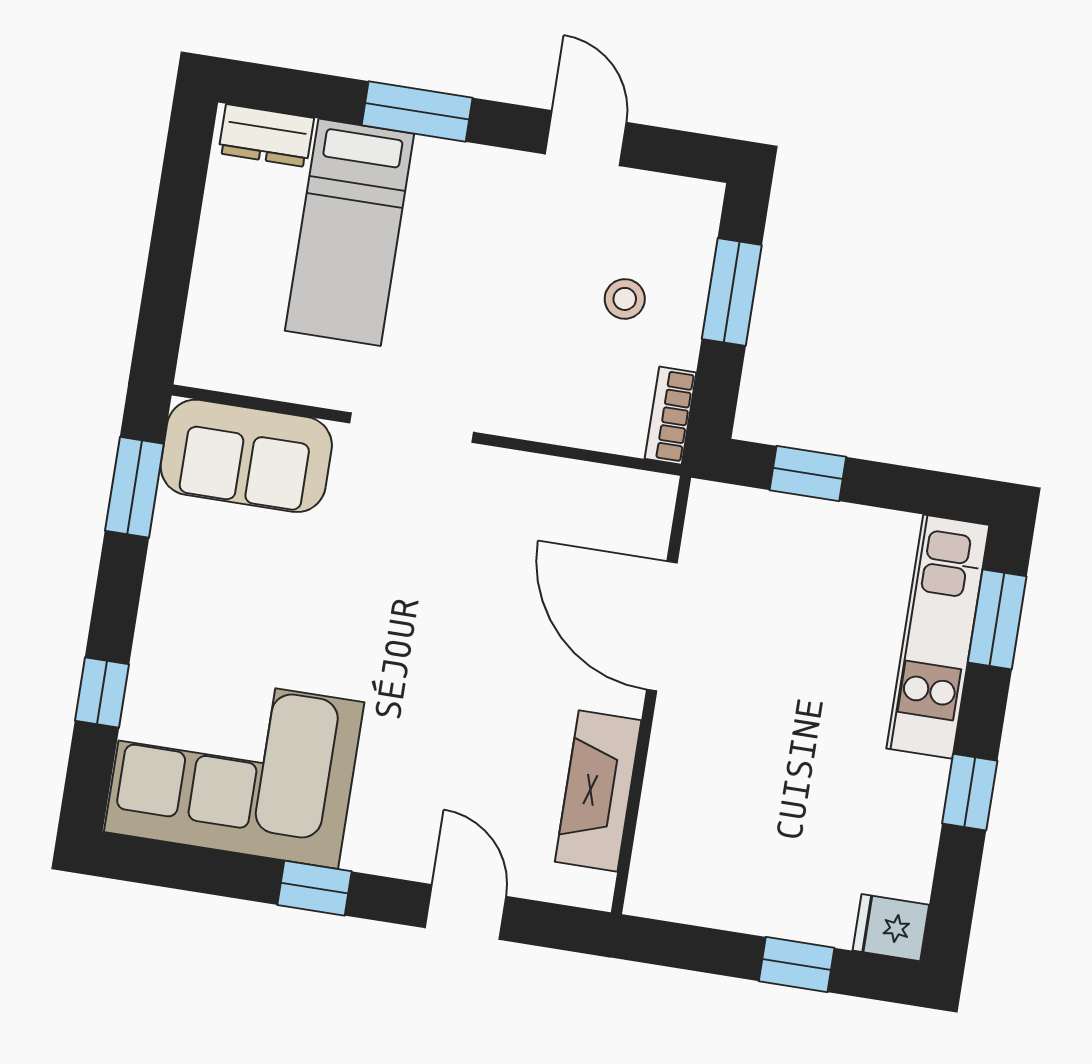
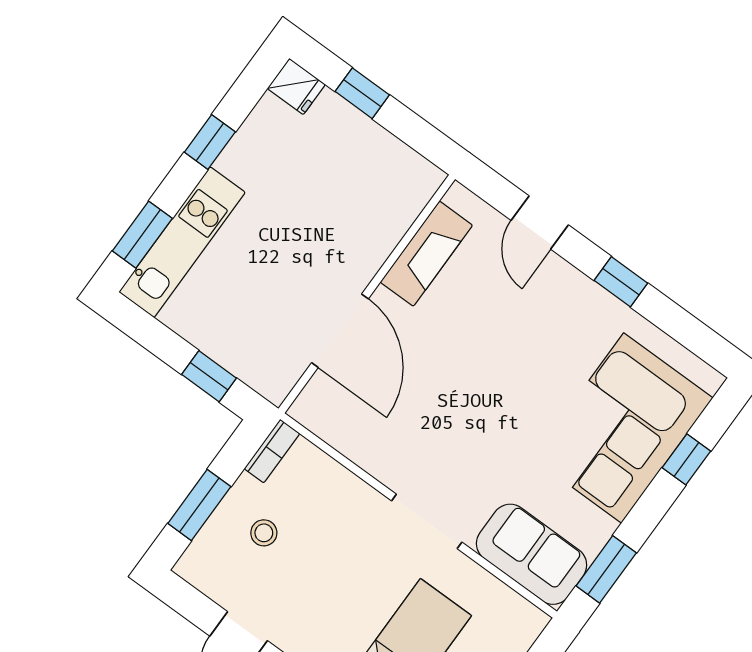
corner sofa: (234, 767) -> (623, 428), moved, turned 90

